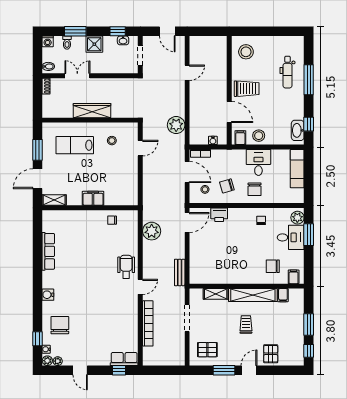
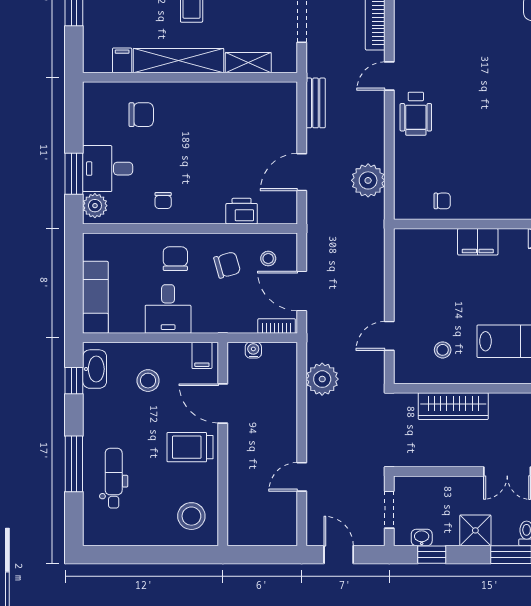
wardrobe: (92, 111) -> (453, 406), moved
stool: (259, 136) -> (148, 381), moved
door: (187, 222) -> (302, 172), moved
filing cabinet: (294, 277) -> (102, 95), removed

